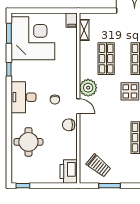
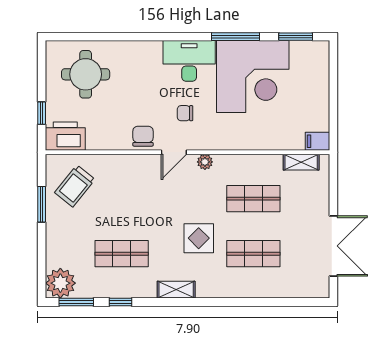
corner desk: (33, 38) -> (253, 77), moved
window: (9, 69) -> (236, 37), width x2.17
plant: (88, 88) -> (205, 162), width x0.53, depth x0.53
round table: (28, 142) -> (86, 74), moved
window: (23, 186) -> (42, 113), moved

